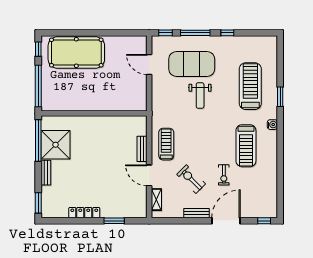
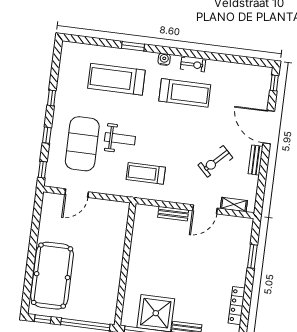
window: (195, 33) -> (47, 135), width x0.46
treadmill: (166, 144) -> (146, 173), moved
exercise bike: (224, 175) -> (193, 65), moved
locker: (84, 213) -> (237, 306), moved

